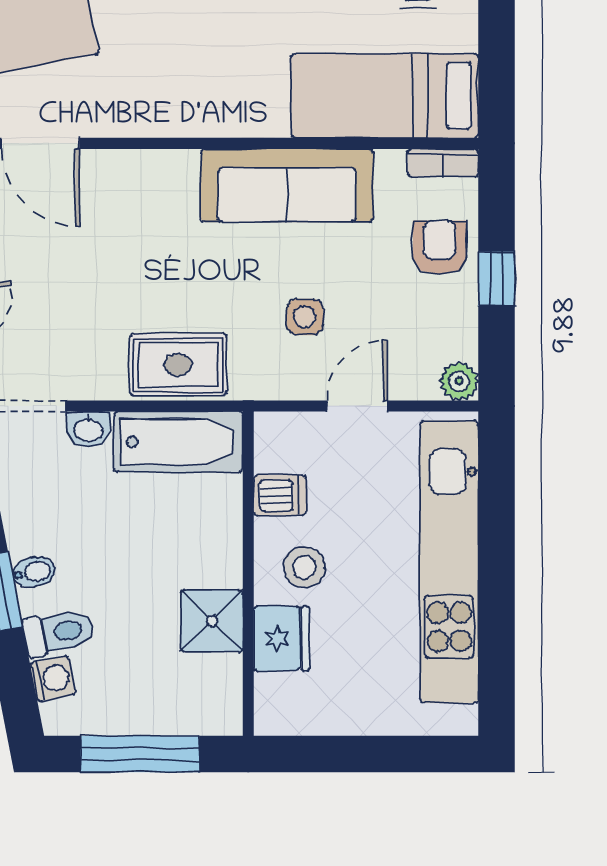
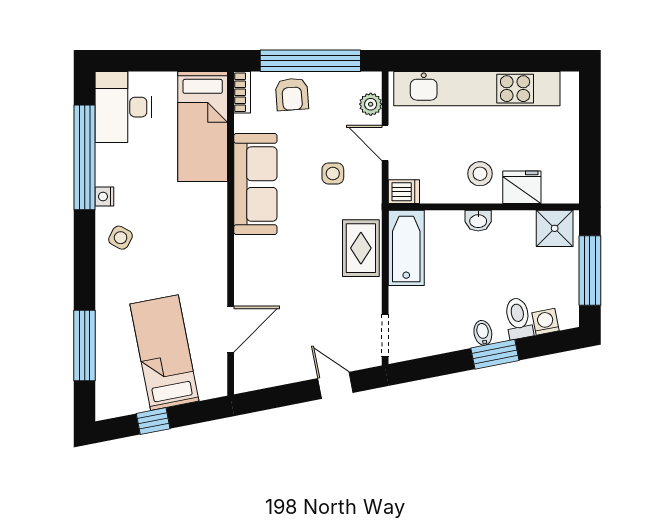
armchair: (440, 247) -> (292, 94), turned -94
window: (496, 279) -> (310, 61), width x3.17
plant: (459, 381) -> (371, 104), moved
washbasin: (88, 429) -> (478, 221), moved, turned 90
dishwasher: (280, 495) -> (404, 192), moved, turned 90
shower: (212, 621) -> (555, 228), moved

